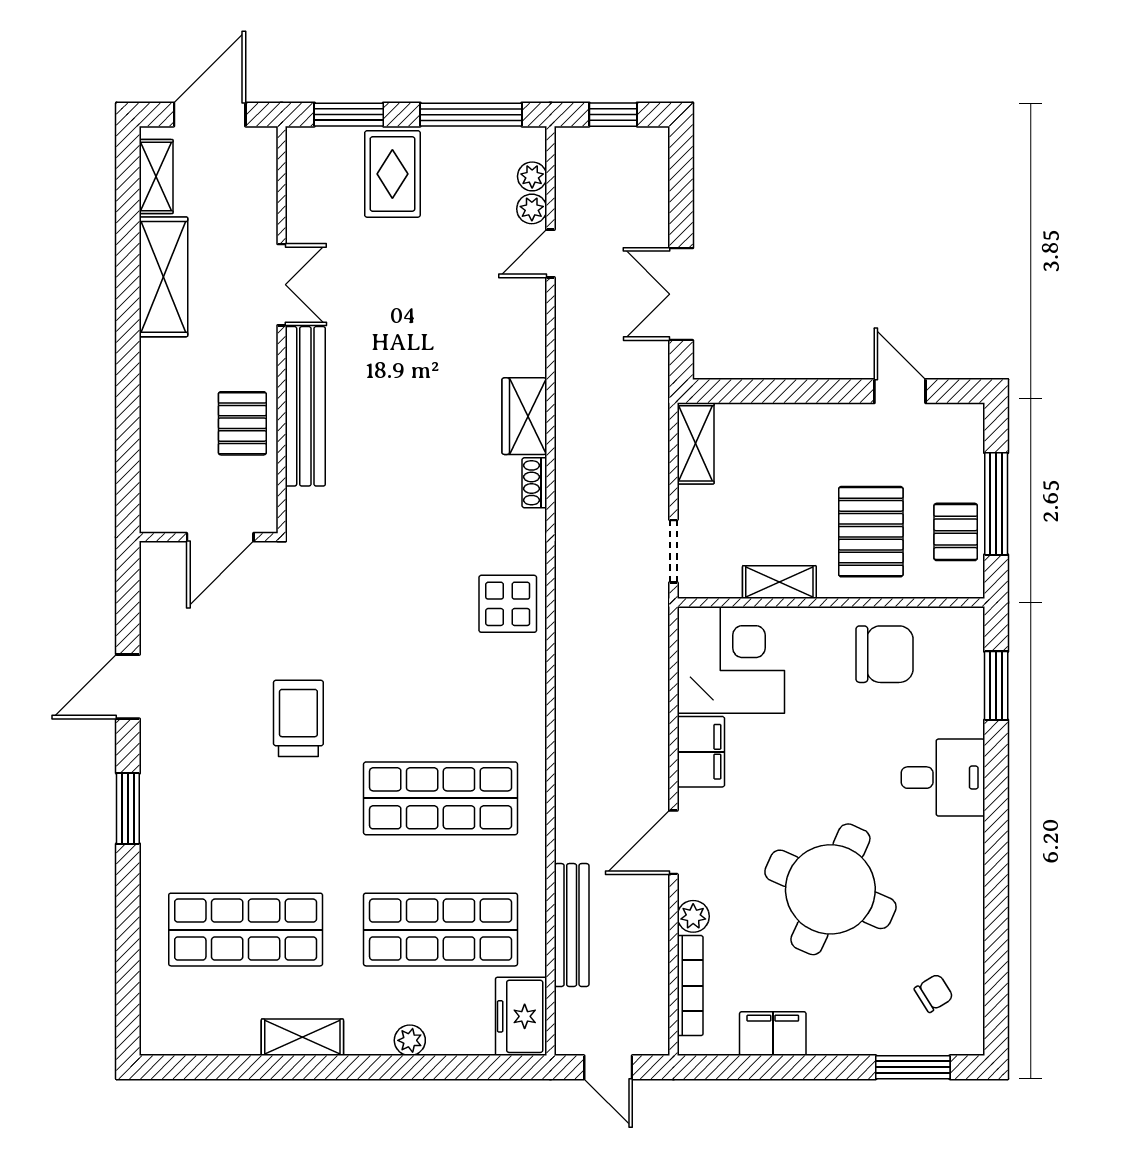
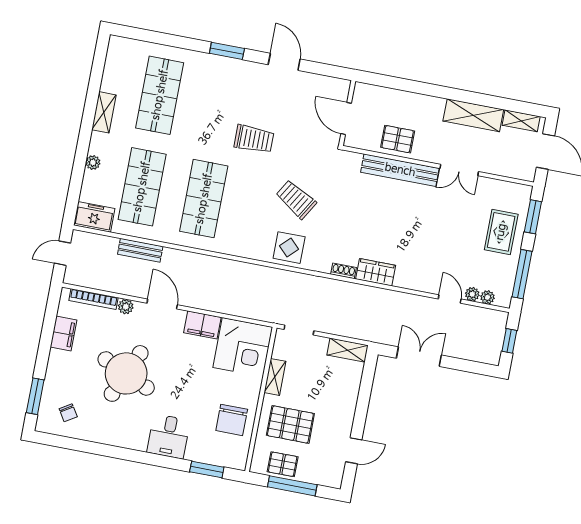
rug: (392, 174) -> (501, 232), turned 90
trolley: (406, 609) -> (296, 199), added
bench: (572, 925) -> (140, 250), width x0.73

